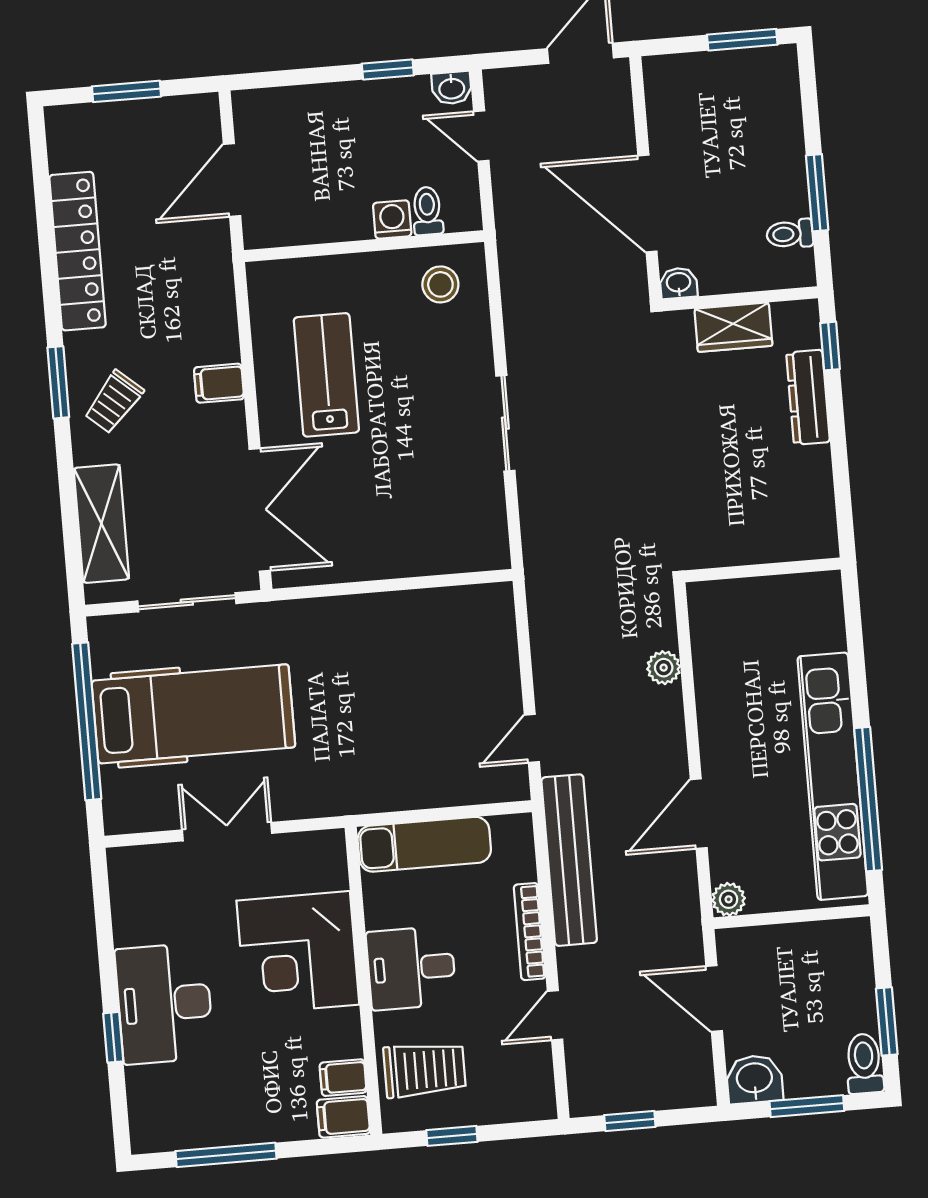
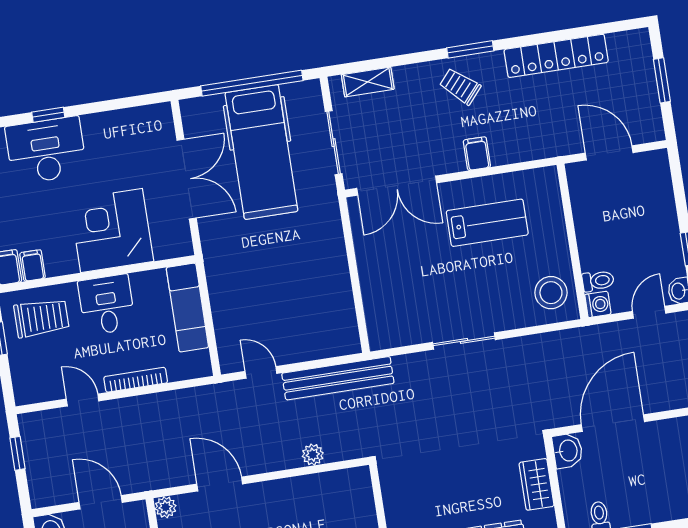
washing machine: (392, 220) -> (598, 304), moved
washbasin: (678, 283) -> (568, 451), width x1.38, depth x1.45
stool: (440, 284) -> (551, 293), width x1.38, depth x1.38
shelving: (101, 524) -> (368, 82), width x0.67, depth x0.75
double door: (227, 832) -> (187, 179), width x1.37
bench: (569, 860) -> (338, 378), moved
door: (714, 998) -> (101, 502), hinge flipped
desk: (164, 1004) -> (46, 150), moved
trolley: (425, 1070) -> (41, 318), turned -90

